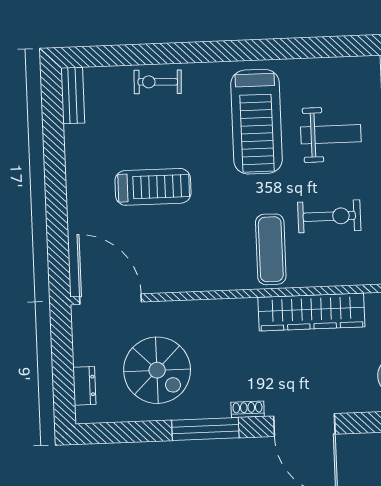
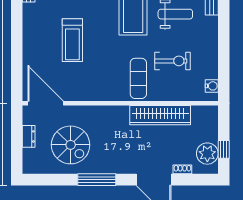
treadmill: (153, 187) -> (72, 40), turned 90
dresser: (84, 386) -> (29, 136), moved
shoe rack: (248, 409) -> (182, 169), moved

